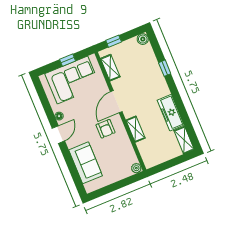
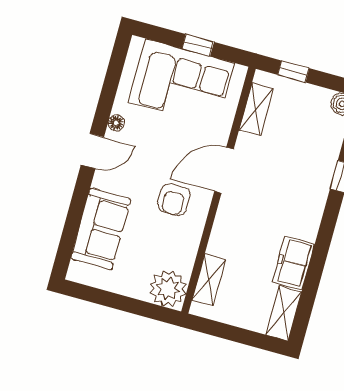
freezer: (171, 113) -> (293, 263), width x0.71
shelving: (136, 129) -> (209, 280), moved
plant: (136, 168) -> (168, 289), width x1.88, depth x1.88

